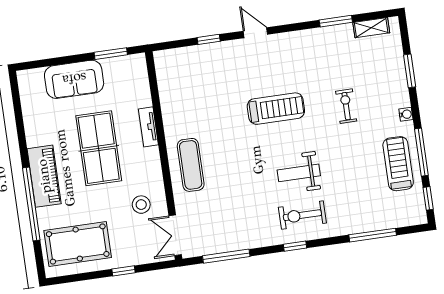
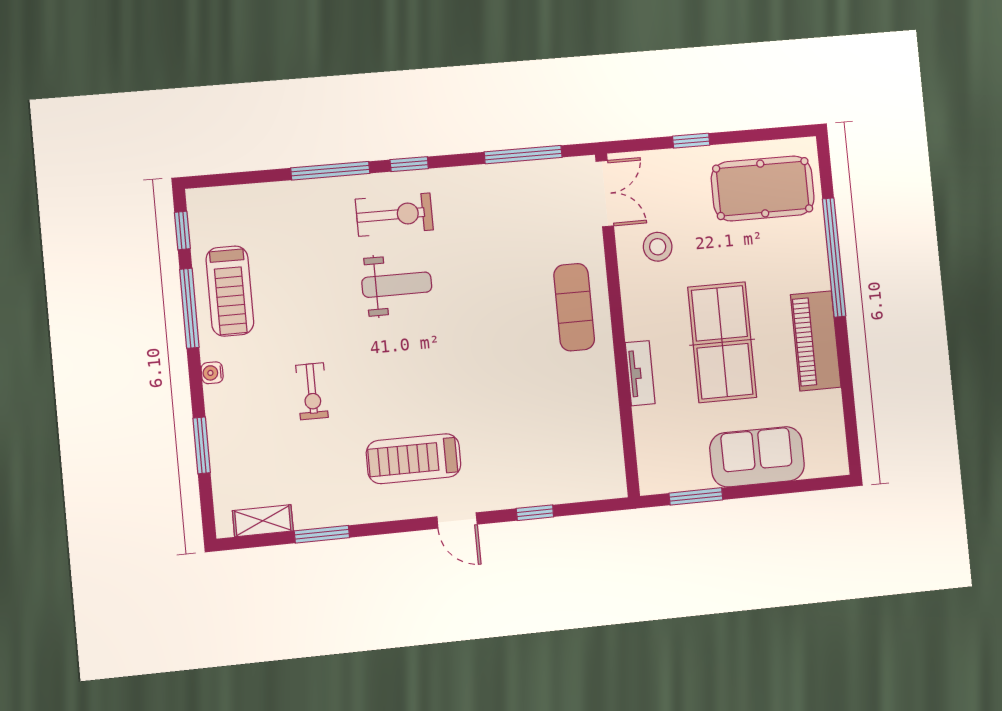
treadmill: (276, 109) -> (414, 459), moved
piano: (44, 176) -> (816, 341), moved
window: (373, 235) -> (330, 171), moved

